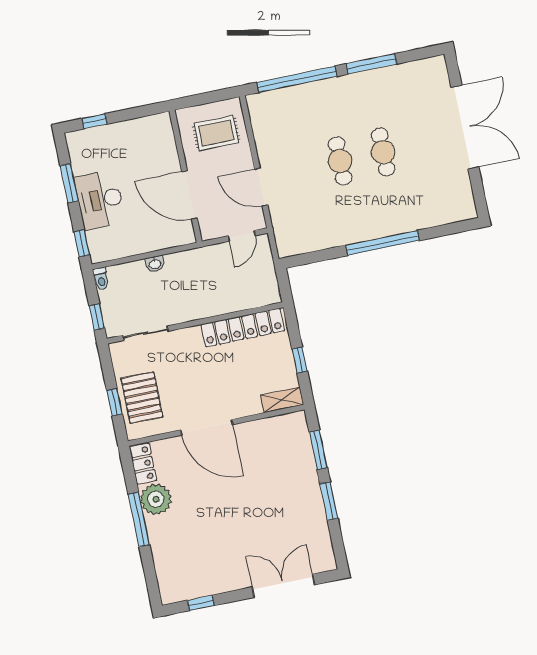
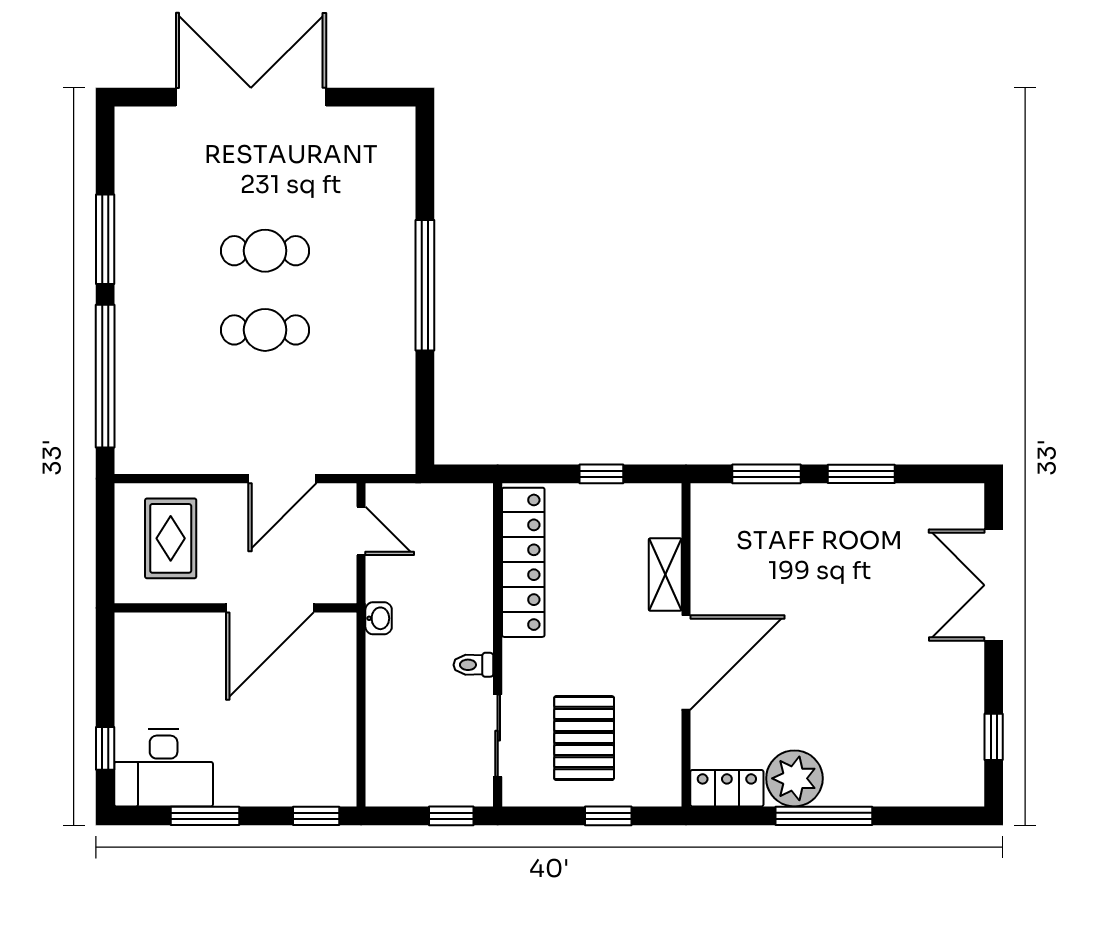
desk: (100, 200) -> (164, 768), moved
washbasin: (155, 264) -> (379, 618), moved
toilet: (101, 279) -> (473, 665), moved, turned 180
pallet: (142, 398) -> (584, 738), moved, turned 90
shelving: (282, 400) -> (665, 575), moved

